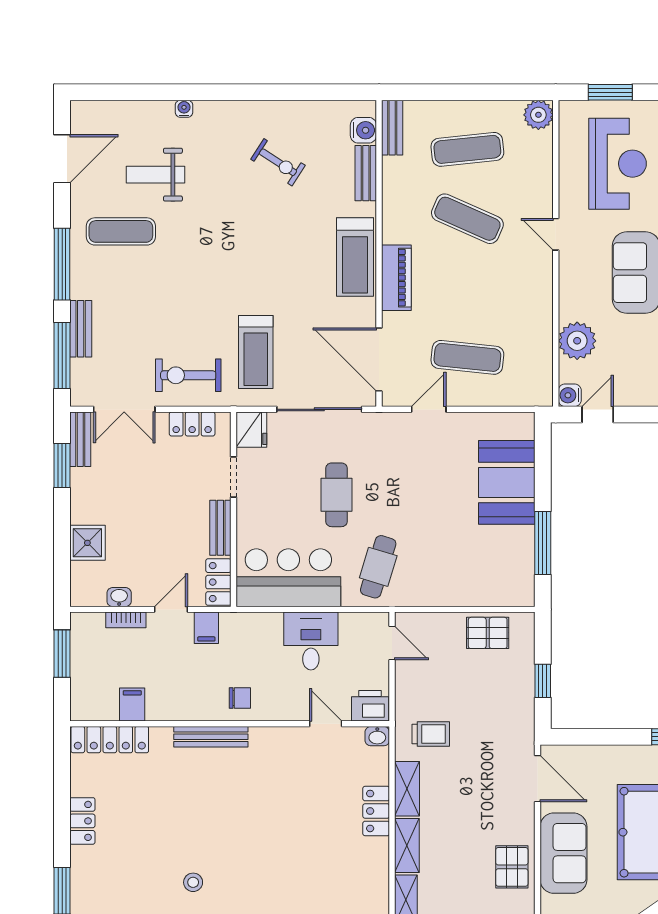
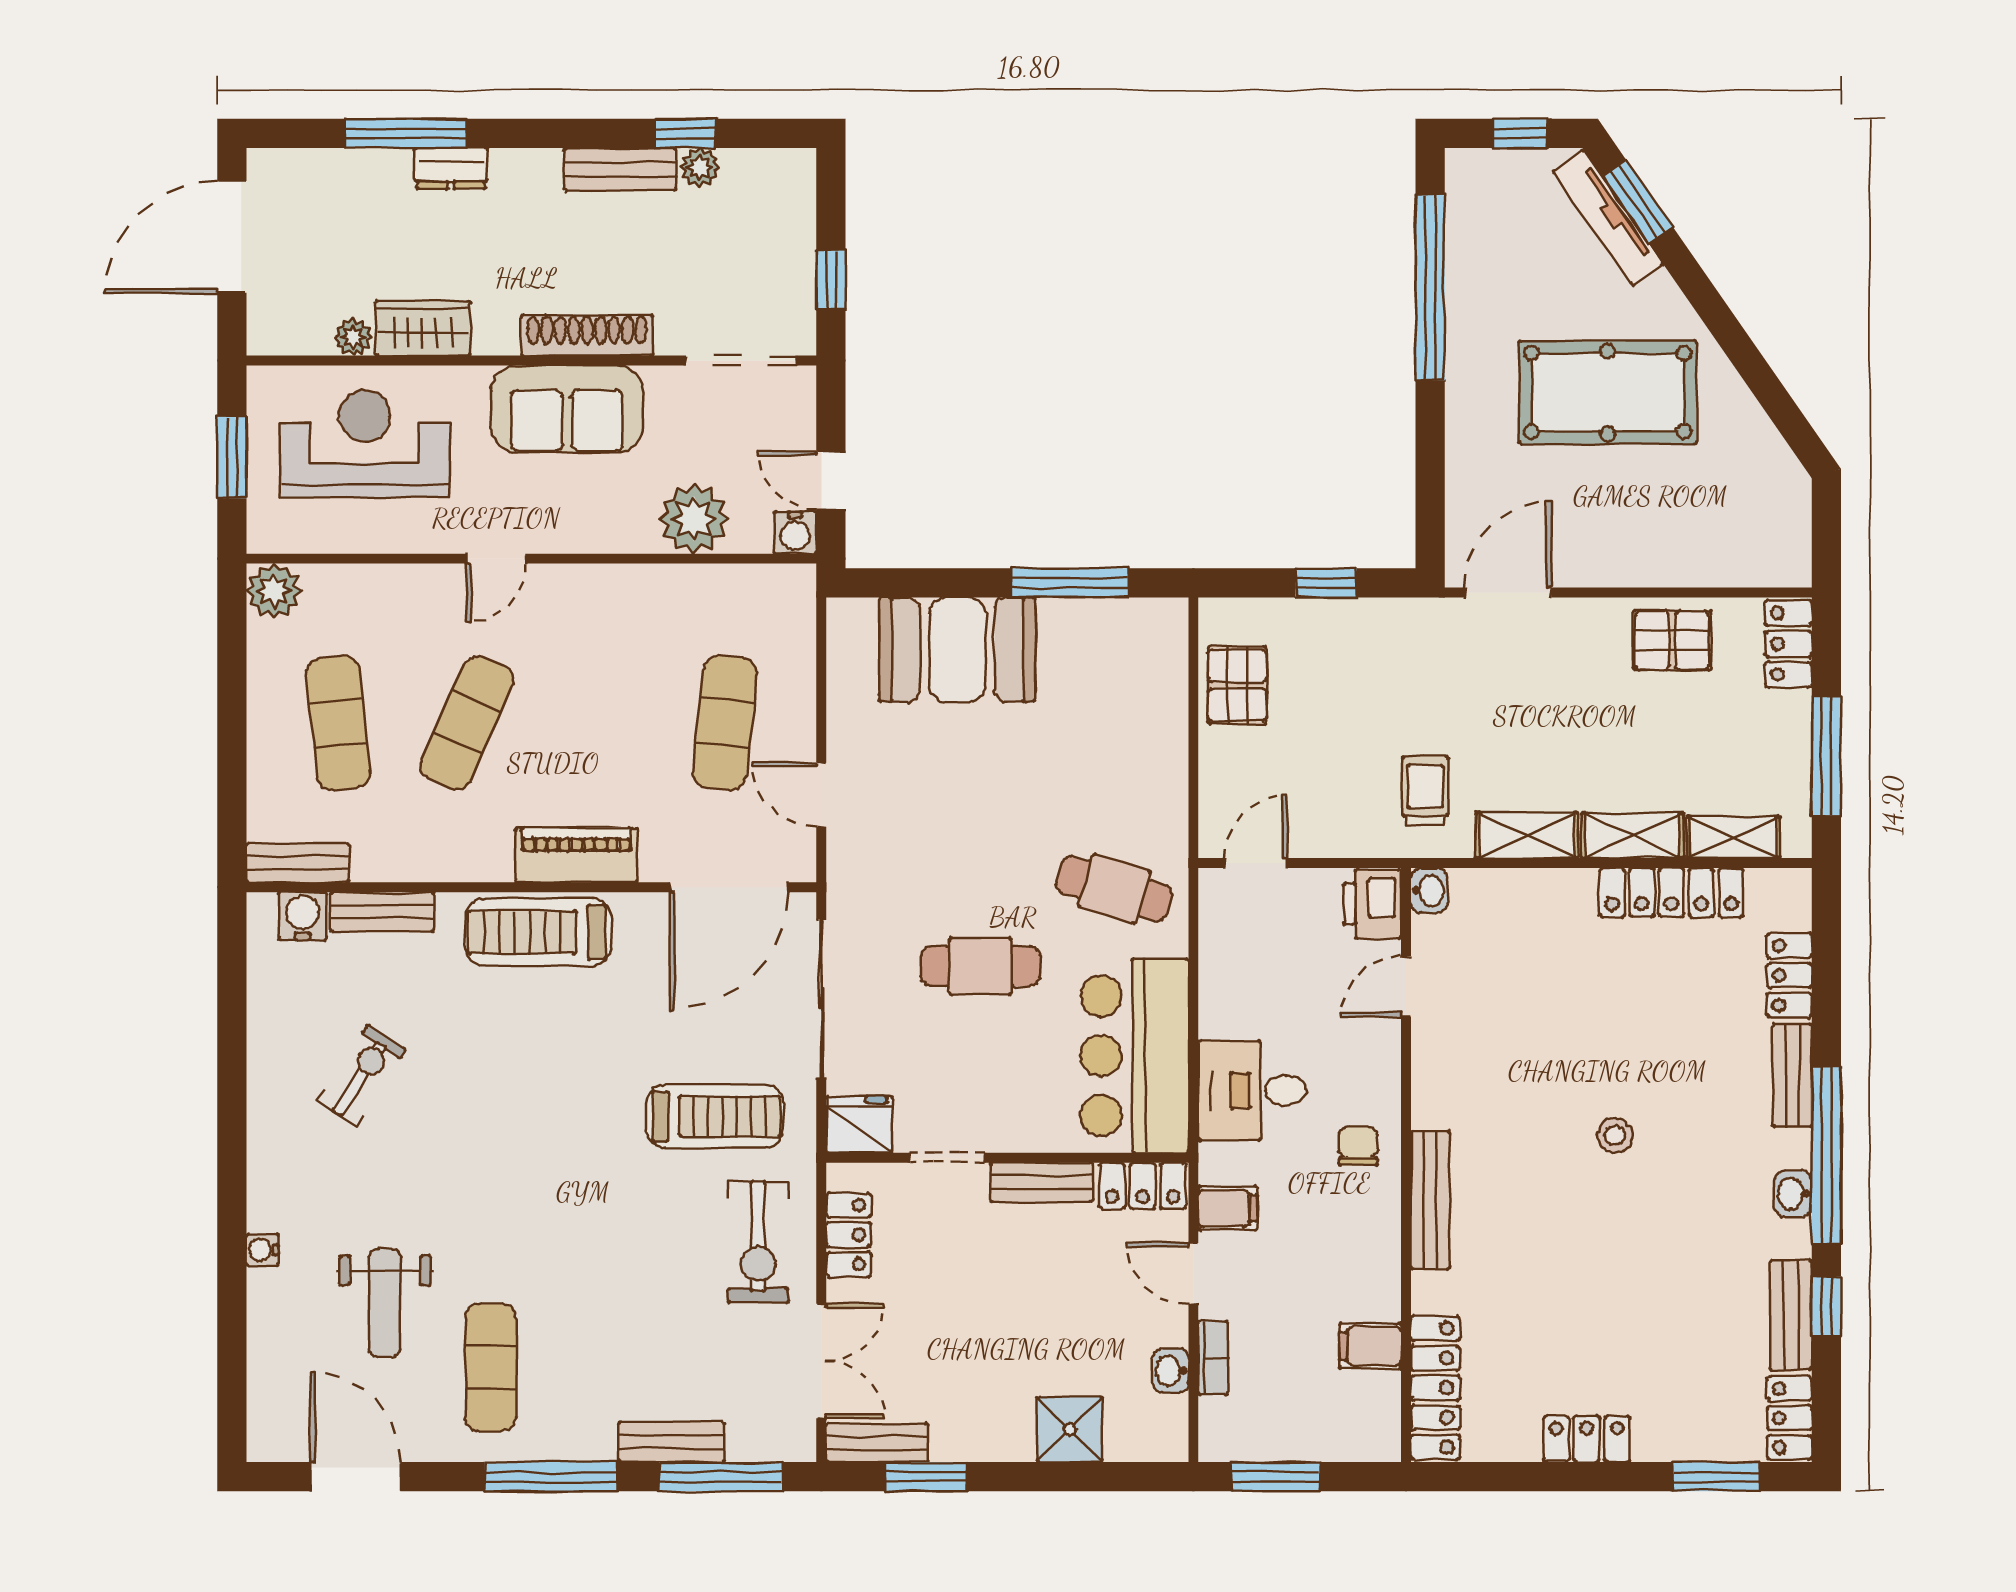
treadmill: (355, 257) -> (538, 932), turned 180
desk: (311, 641) -> (1252, 1090), moved
locker: (376, 811) -> (1672, 892), moved, width x1.53
sofa: (563, 853) -> (1647, 544), removed
stool: (193, 882) -> (1615, 1135), moved

